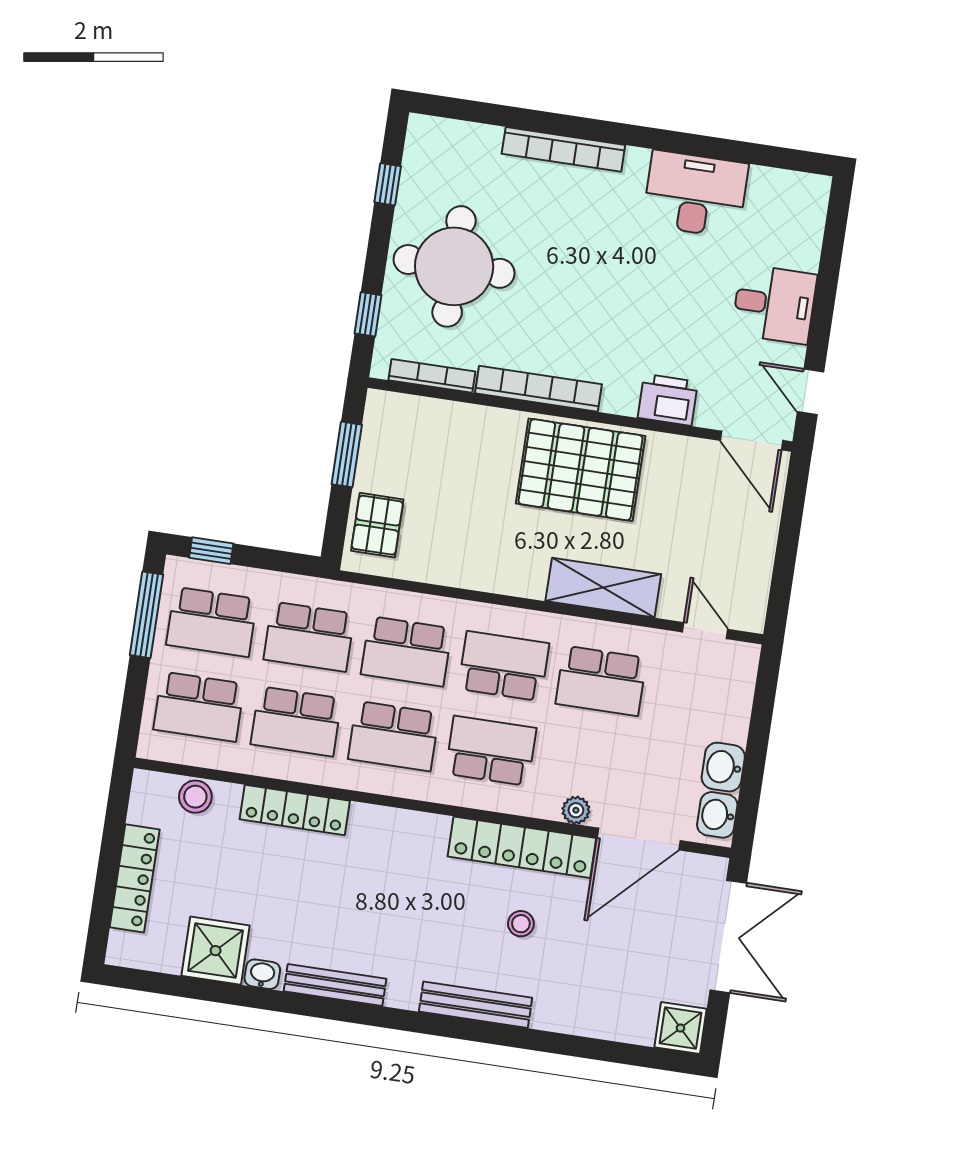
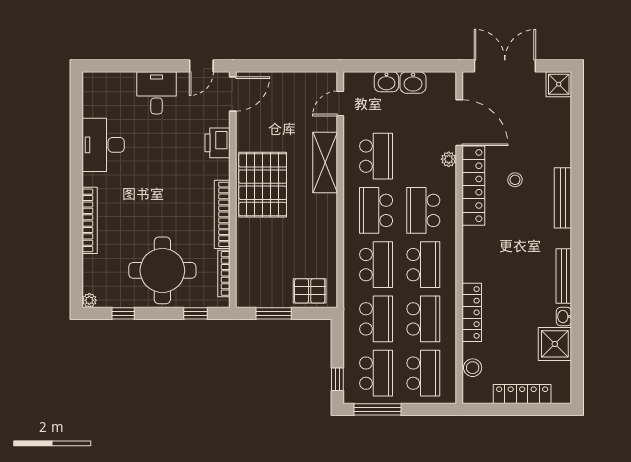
plant: (420, 127) -> (89, 300), added
washbasin: (717, 815) -> (386, 82), moved

